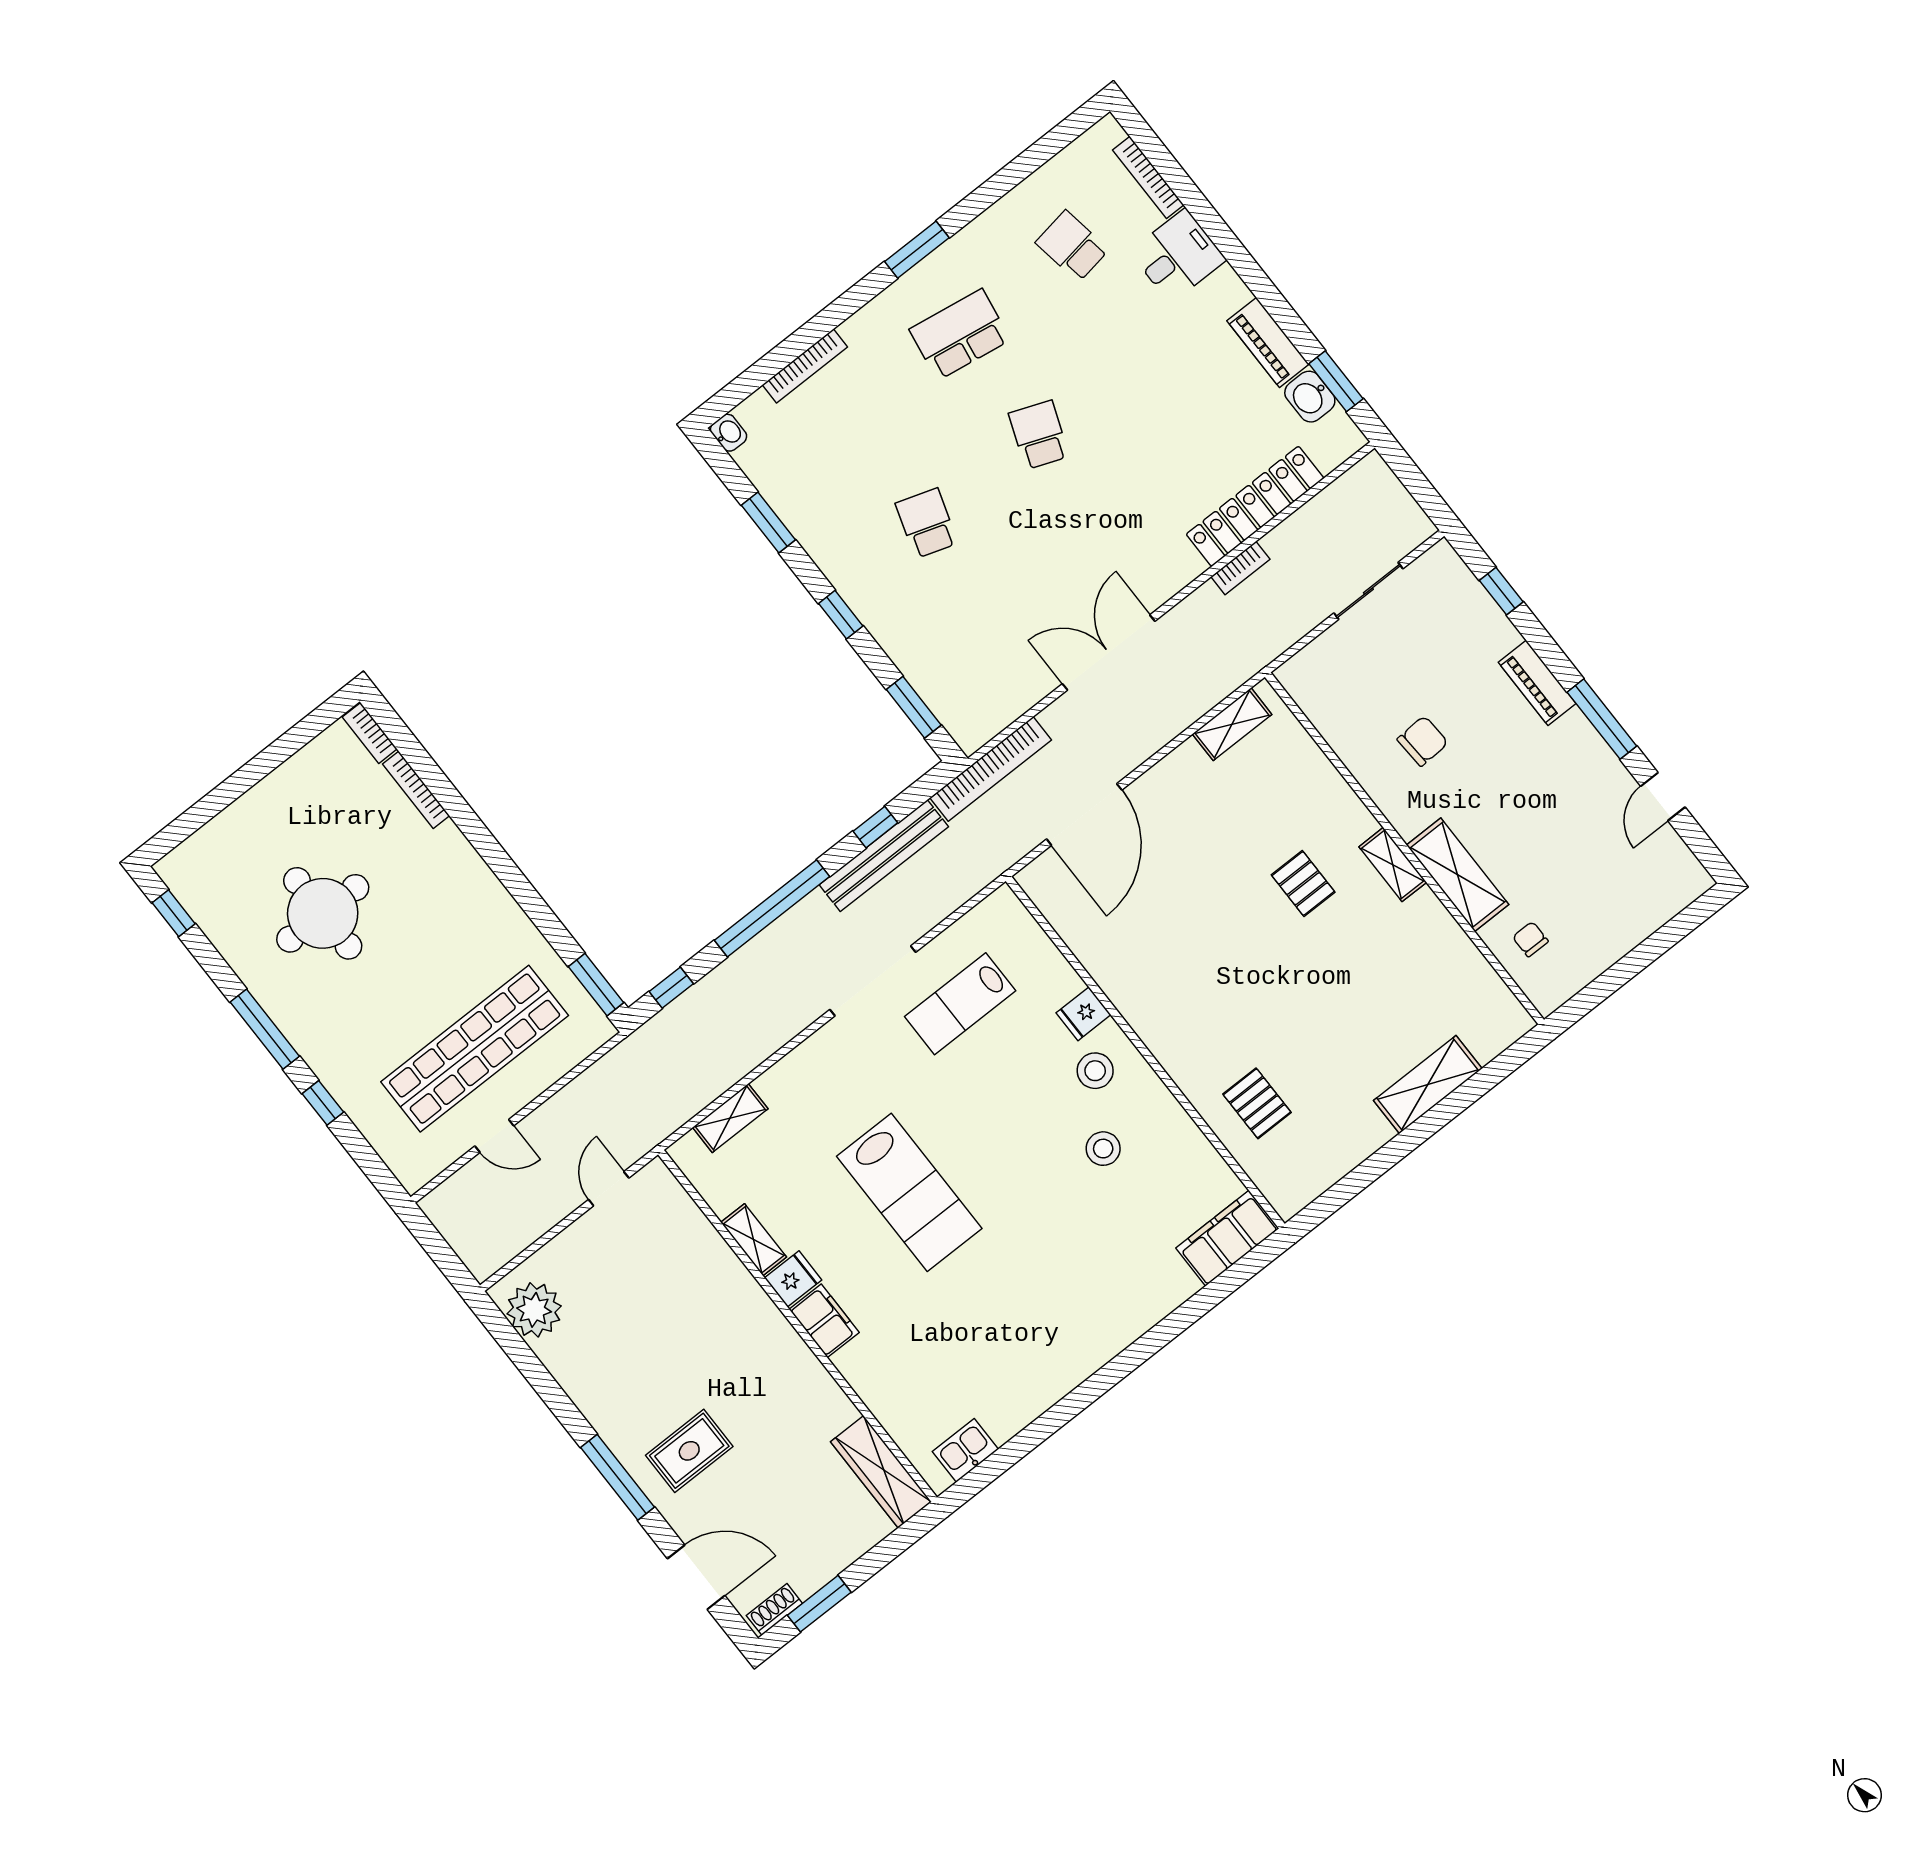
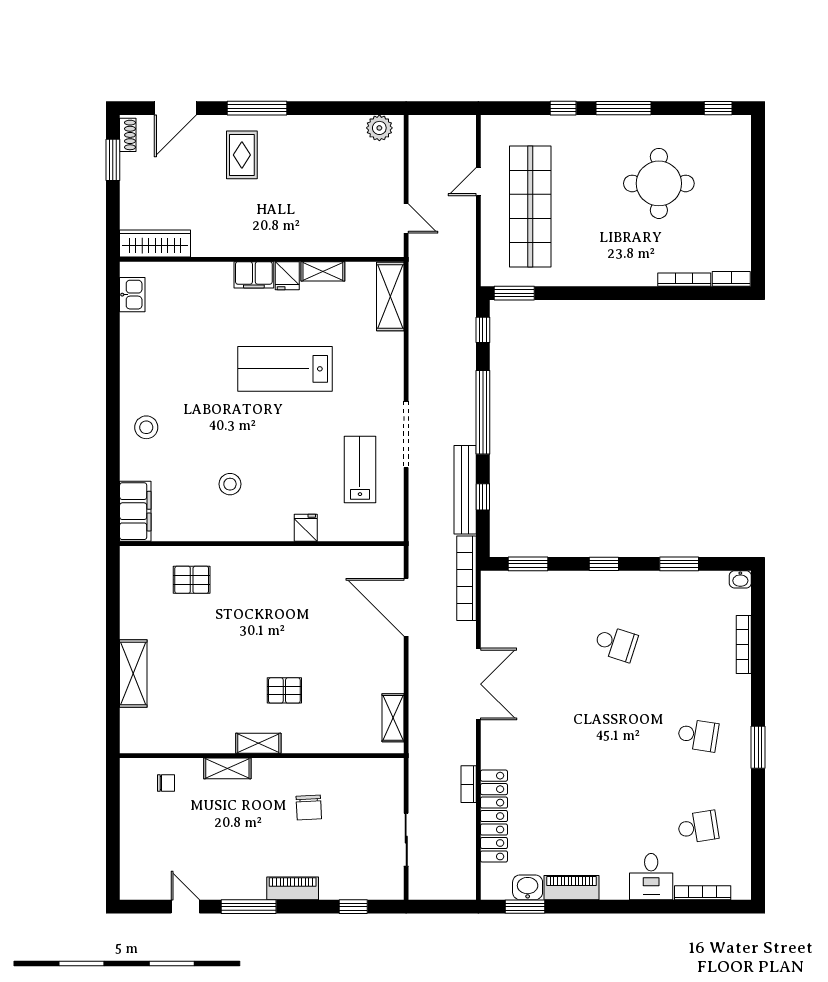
school desk: (960, 335) -> (698, 735), width x0.54
school desk: (1039, 435) -> (616, 735), removed
shelving: (1458, 875) -> (227, 768), width x0.67, depth x0.75
stool: (1095, 1071) -> (146, 427), moved
shelving: (730, 1118) -> (390, 296), width x1.50, depth x1.33
plant: (534, 1310) -> (379, 128), width x0.73, depth x0.73

